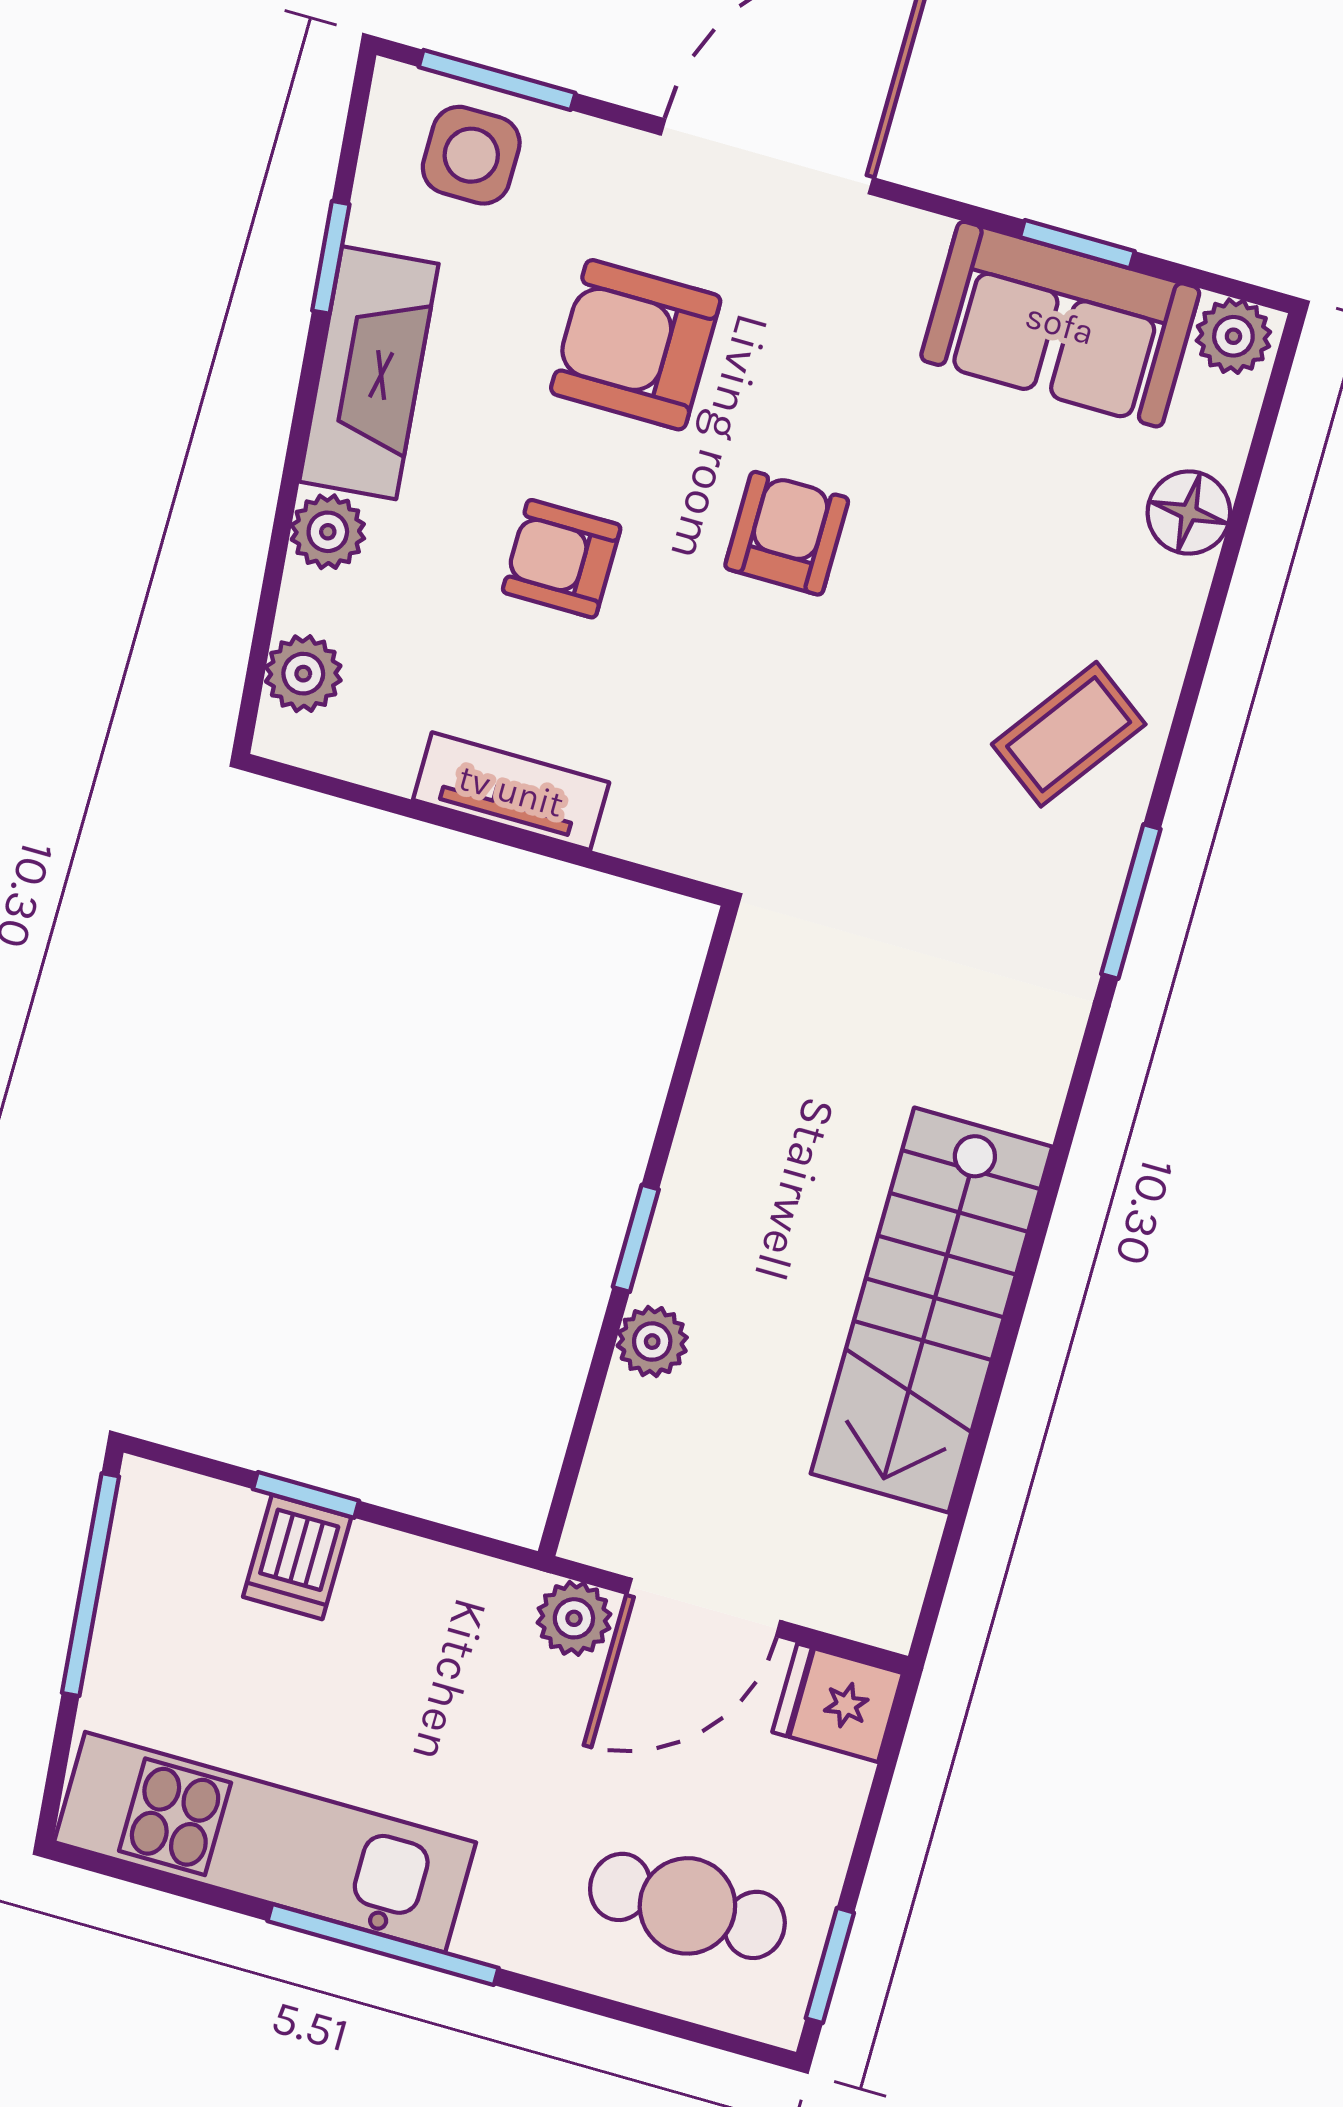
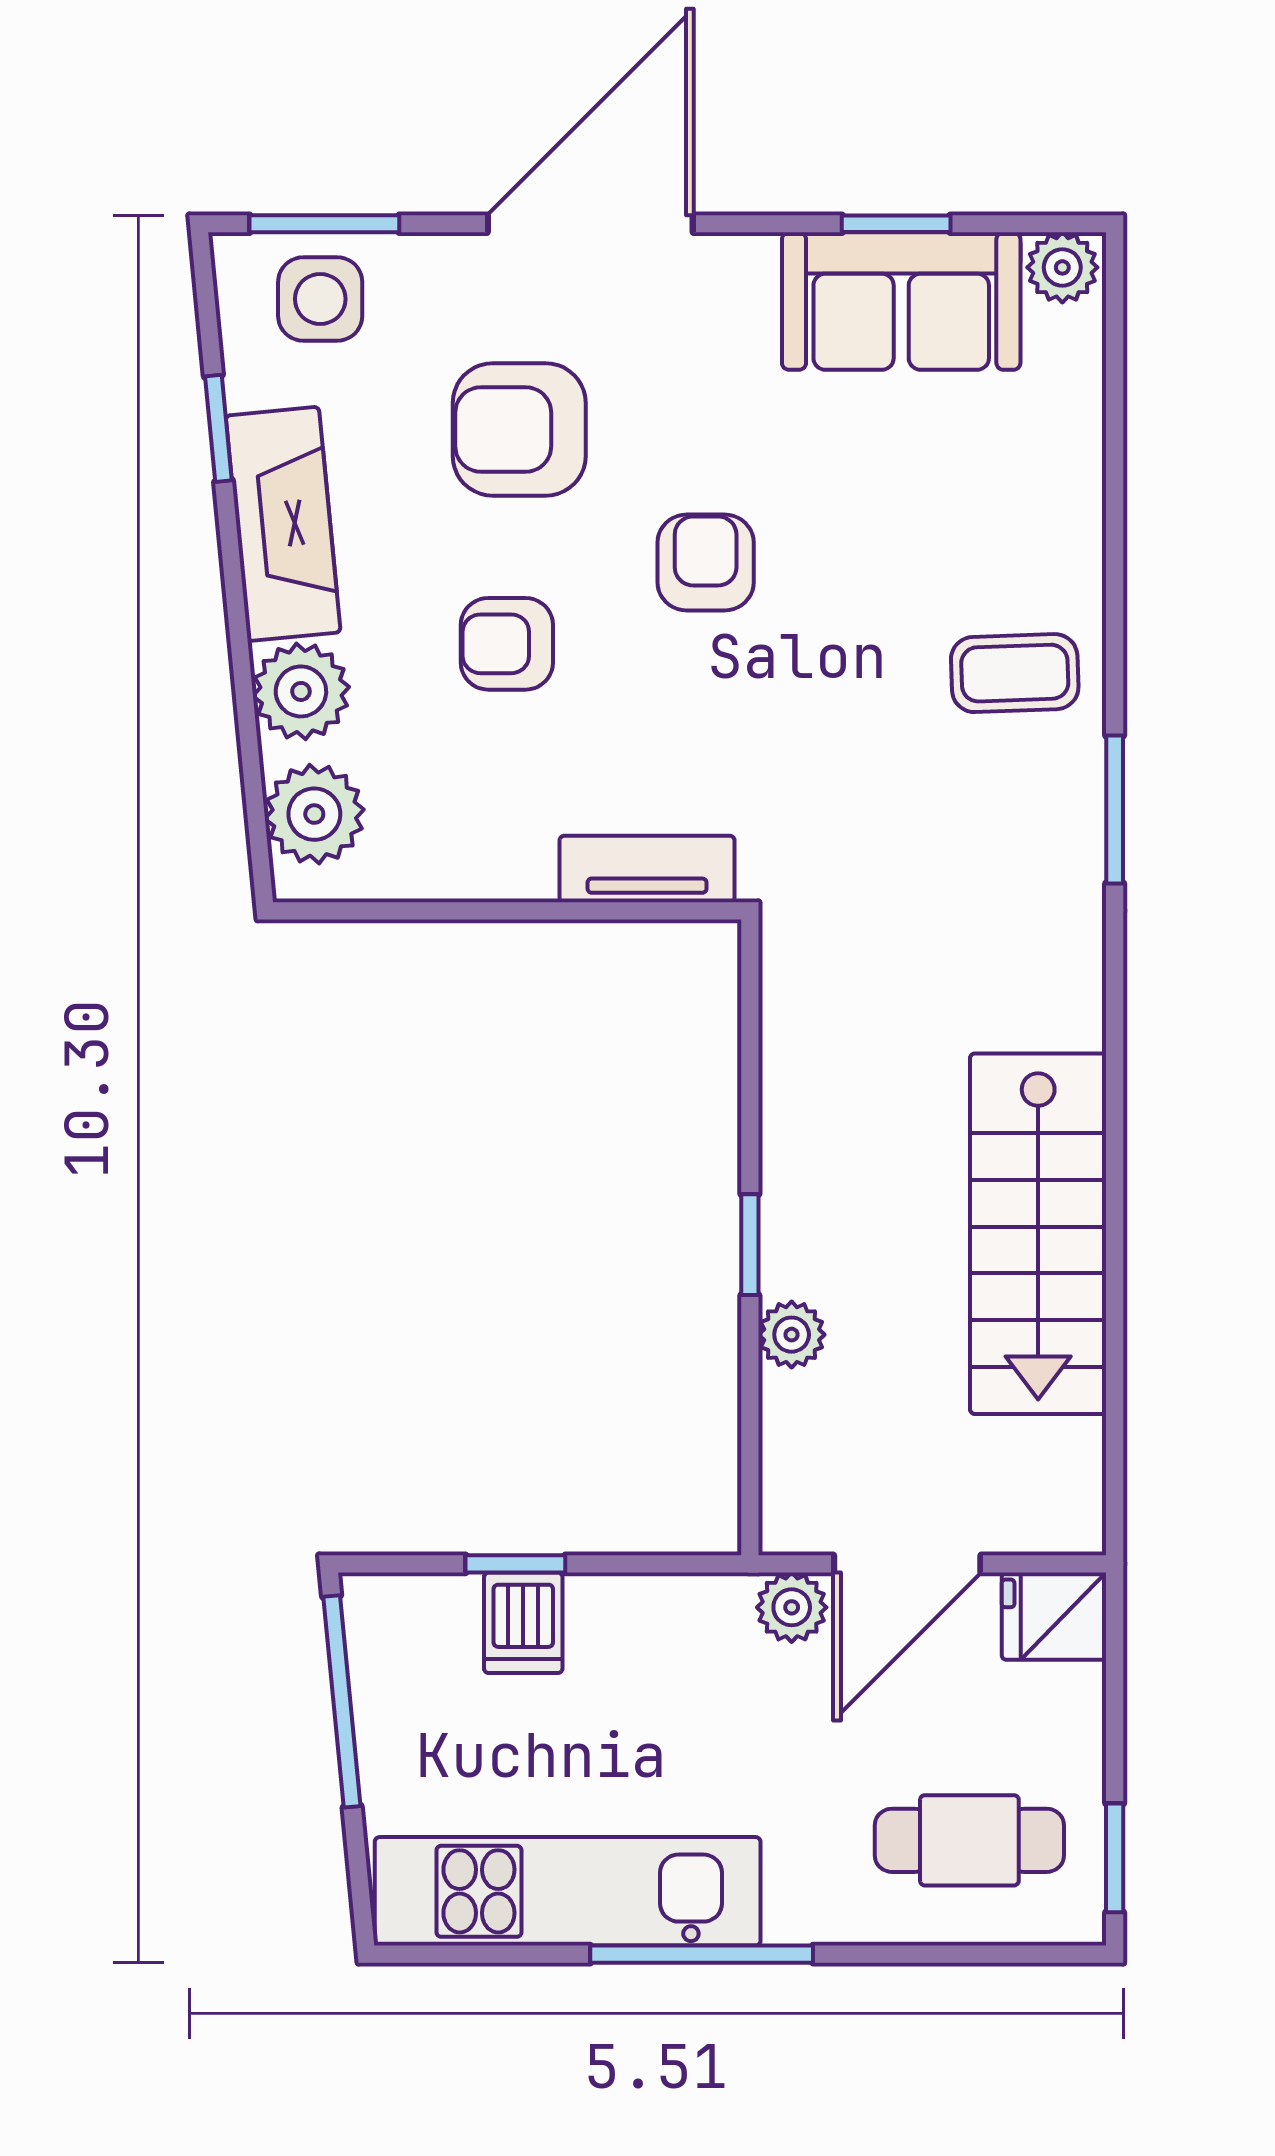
floor lamp: (1189, 513) -> (1067, 440), removed
plant: (328, 532) -> (301, 691), width x1.38, depth x1.38
plant: (303, 674) -> (314, 814), width x1.38, depth x1.38
coffee table: (1069, 734) -> (1015, 673), turned 52
tv unit: (511, 791) -> (647, 869), moved

